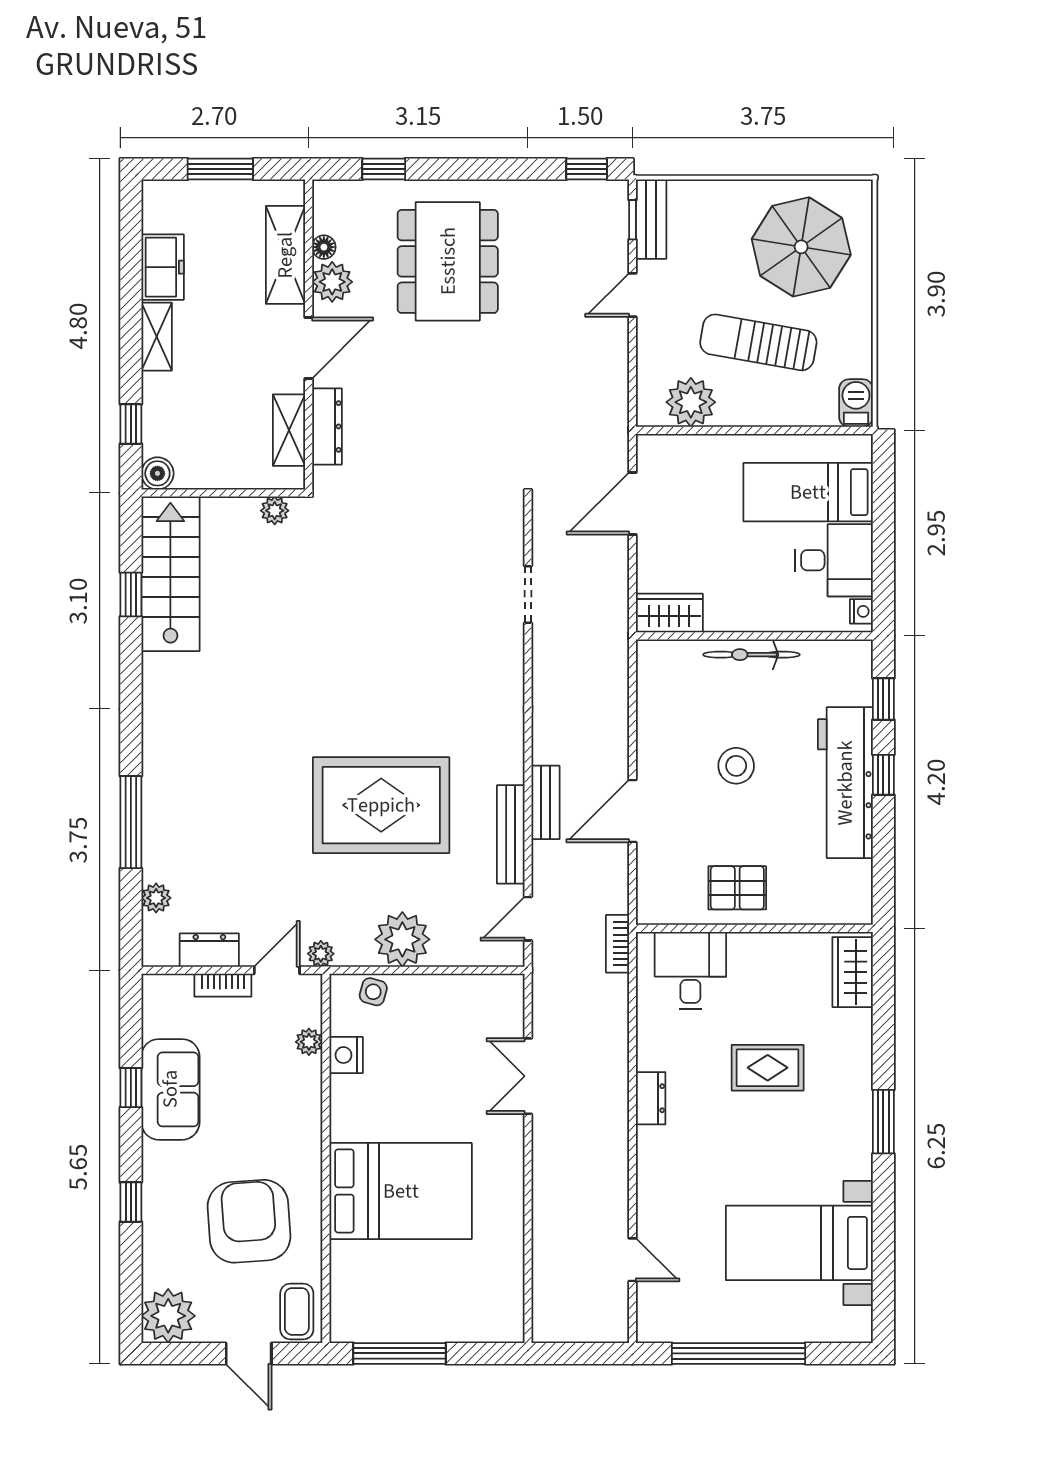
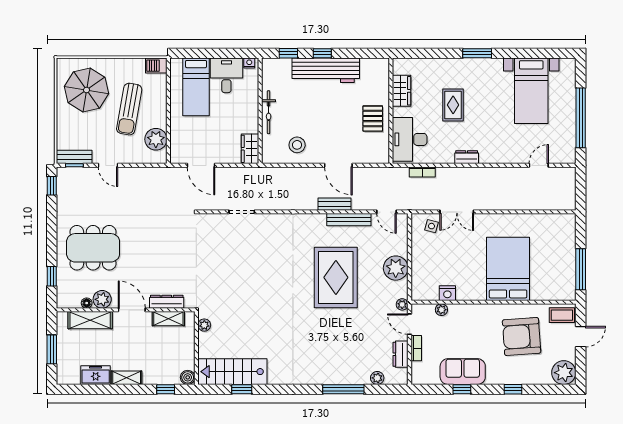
stool: (736, 766) -> (297, 145), moved
bookcase: (617, 944) -> (422, 172), moved
desk: (690, 971) -> (410, 139), width x1.37
wardrobe: (853, 972) -> (401, 91), moved, turned -90
side table: (373, 992) -> (431, 226), moved

